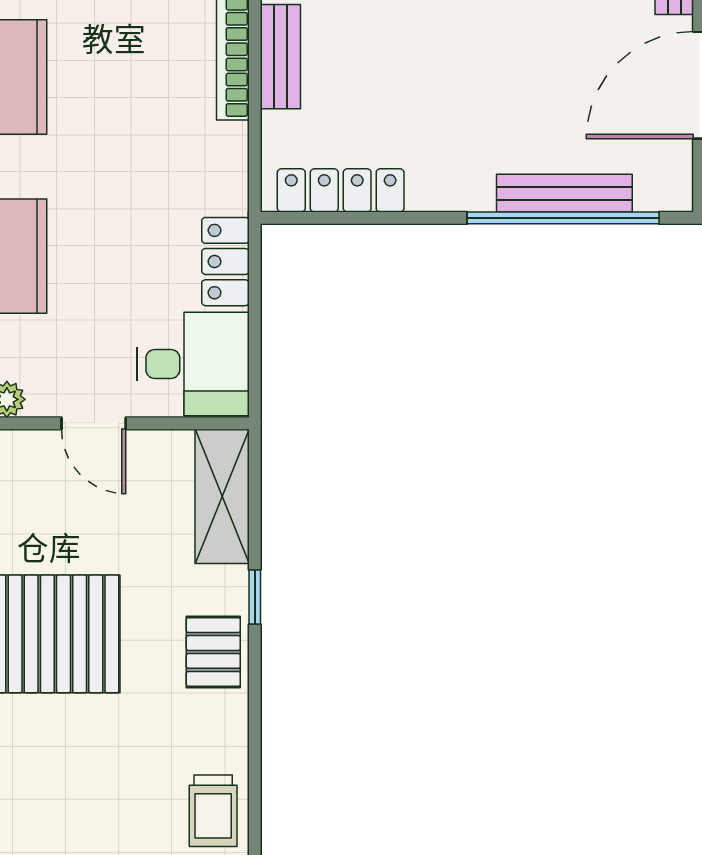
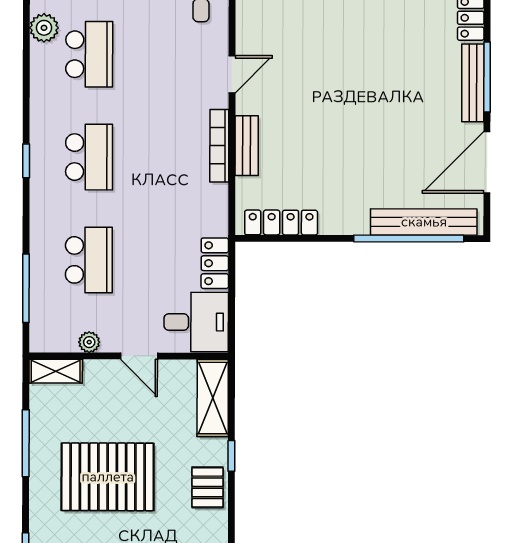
bench: (564, 193) -> (424, 222), width x1.37, depth x1.21

